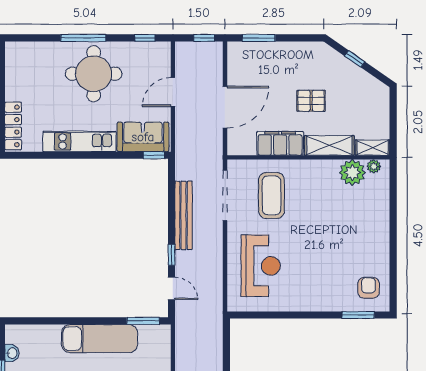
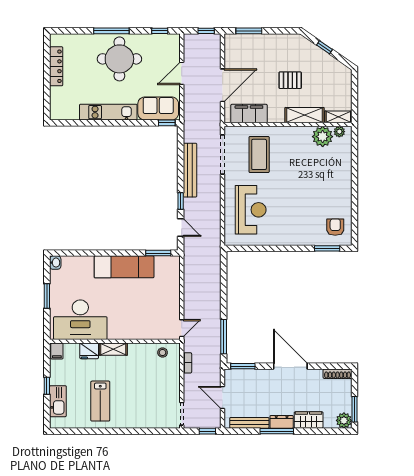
locker: (13, 126) -> (56, 66), moved
filing cabinet: (280, 143) -> (249, 114), moved
washbasin: (12, 353) -> (55, 263), moved

